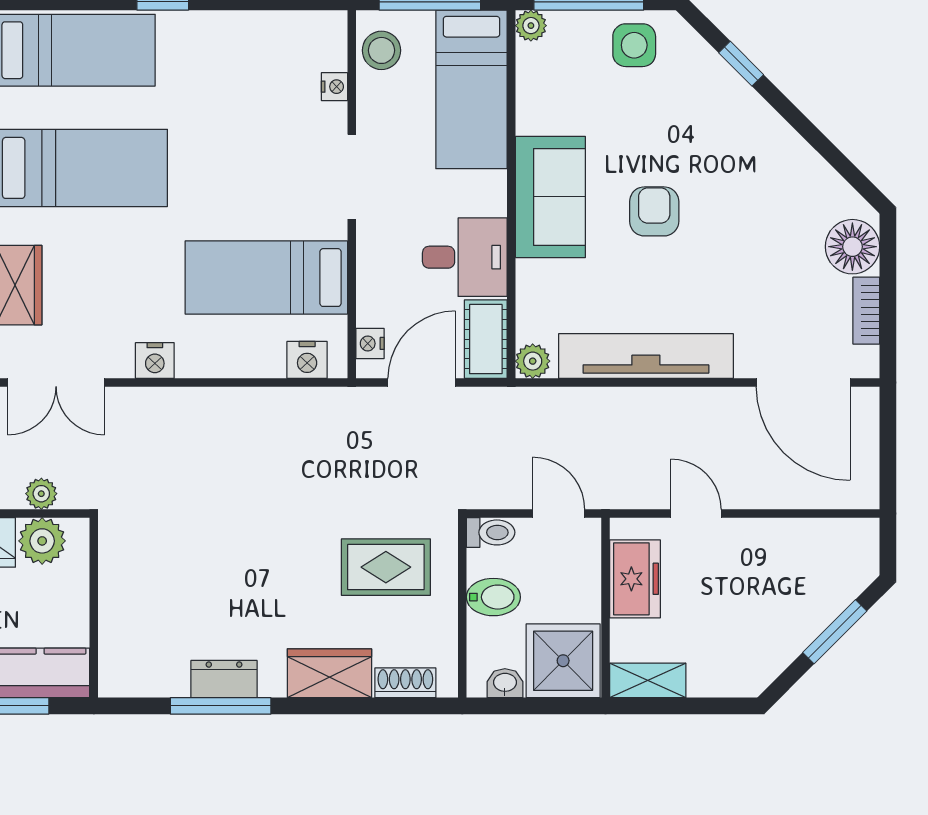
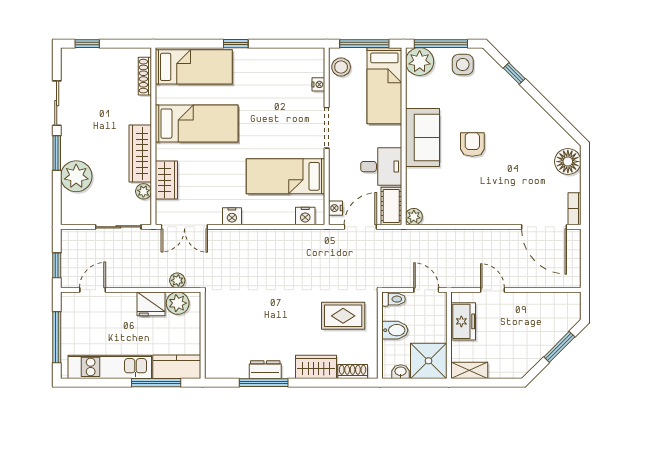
plant: (531, 26) -> (420, 62), width x1.88, depth x1.88
bookcase: (866, 311) -> (574, 209), moved
tv unit: (646, 356) -> (468, 214), removed

